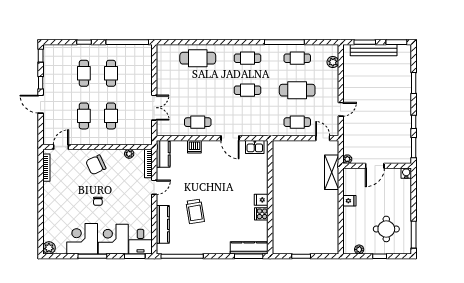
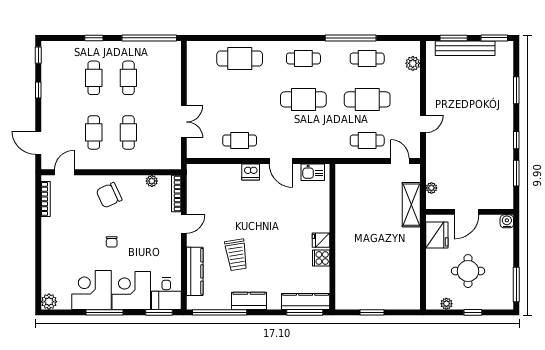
cafe table: (247, 90) -> (303, 99), width x1.37, depth x1.35
door: (41, 104) -> (38, 143), moved
dishwasher: (194, 147) -> (251, 172), moved
kitchen counter: (163, 154) -> (249, 301), moved, turned -90
door: (375, 166) -> (467, 212), moved
wall: (377, 166) -> (470, 212), moved
water cooler: (406, 173) -> (507, 221), moved
fridge: (349, 201) -> (437, 235), width x1.88, depth x1.34
round table: (386, 229) -> (468, 271), moved

